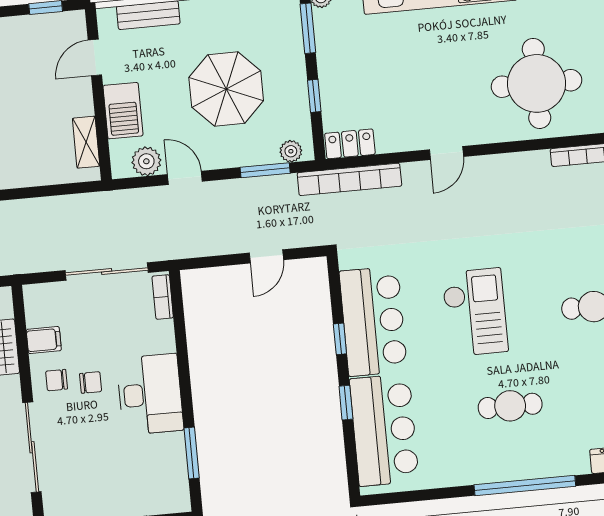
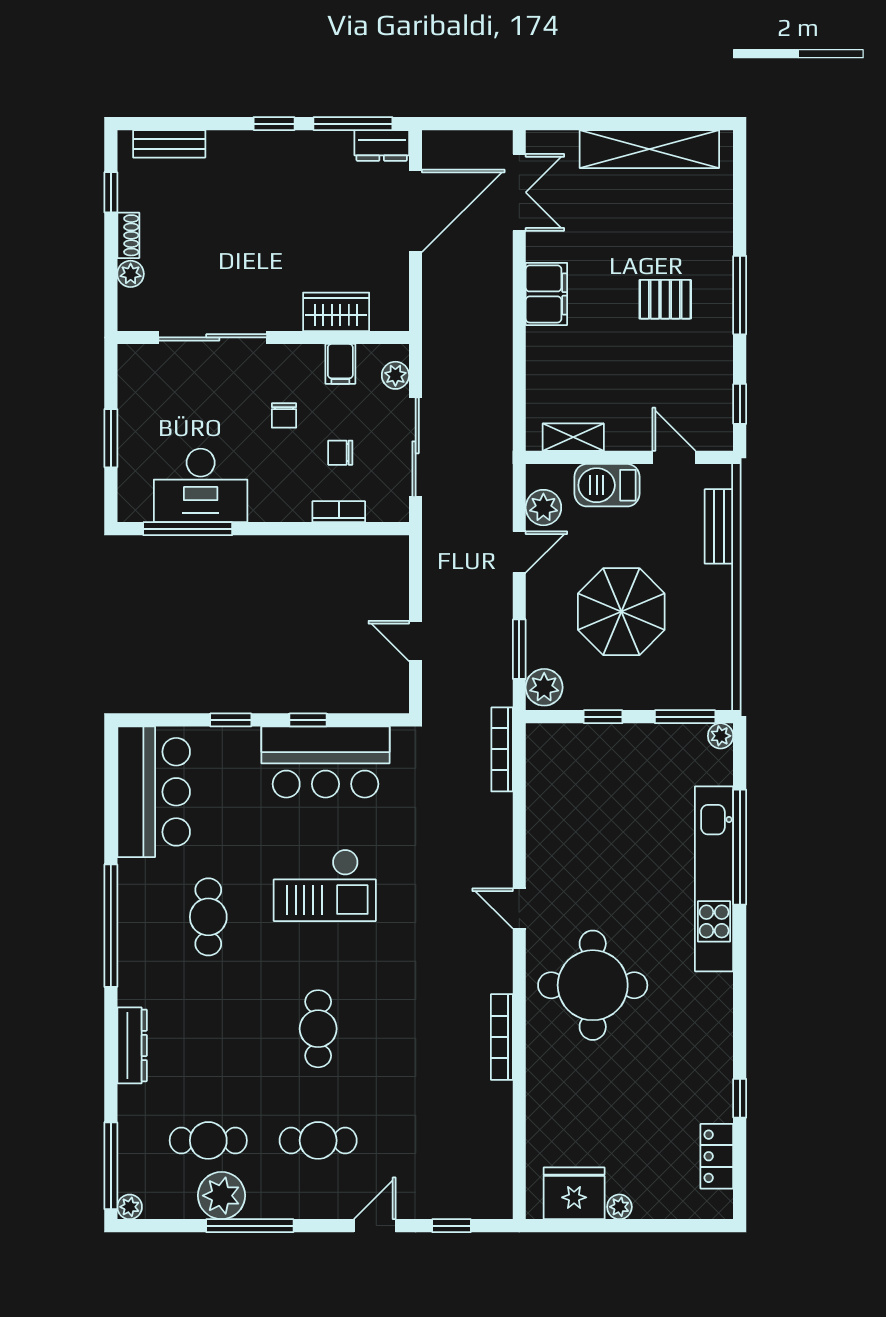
locker: (350, 144) -> (541, 754), removed
plant: (291, 151) -> (544, 687), width x1.38, depth x1.38
door: (446, 153) -> (519, 908), moved
bookcase: (349, 179) -> (502, 749), width x0.68, depth x0.76
plant: (49, 294) -> (395, 375), added
bookcase: (163, 297) -> (339, 512), moved
chair: (57, 380) -> (340, 453), moved, turned -90
desk: (150, 394) -> (201, 485), moved
bar counter: (384, 430) -> (154, 792), moved, turned -90
window: (192, 453) -> (188, 529), width x1.44

